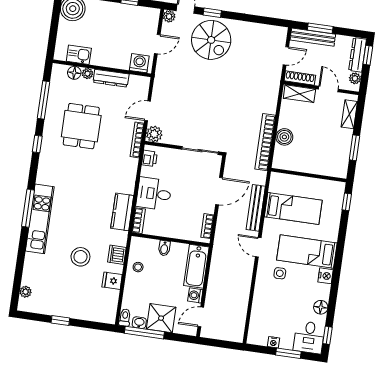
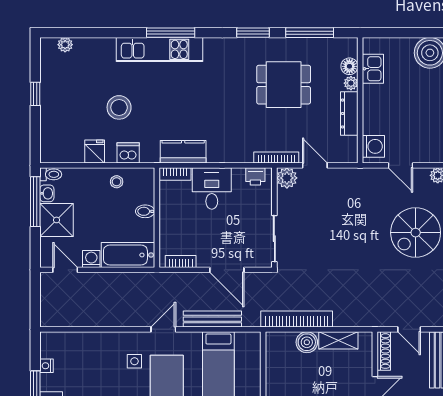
shelving: (299, 94) -> (338, 340), moved, turned 90
window: (37, 144) -> (253, 33), width x1.50

